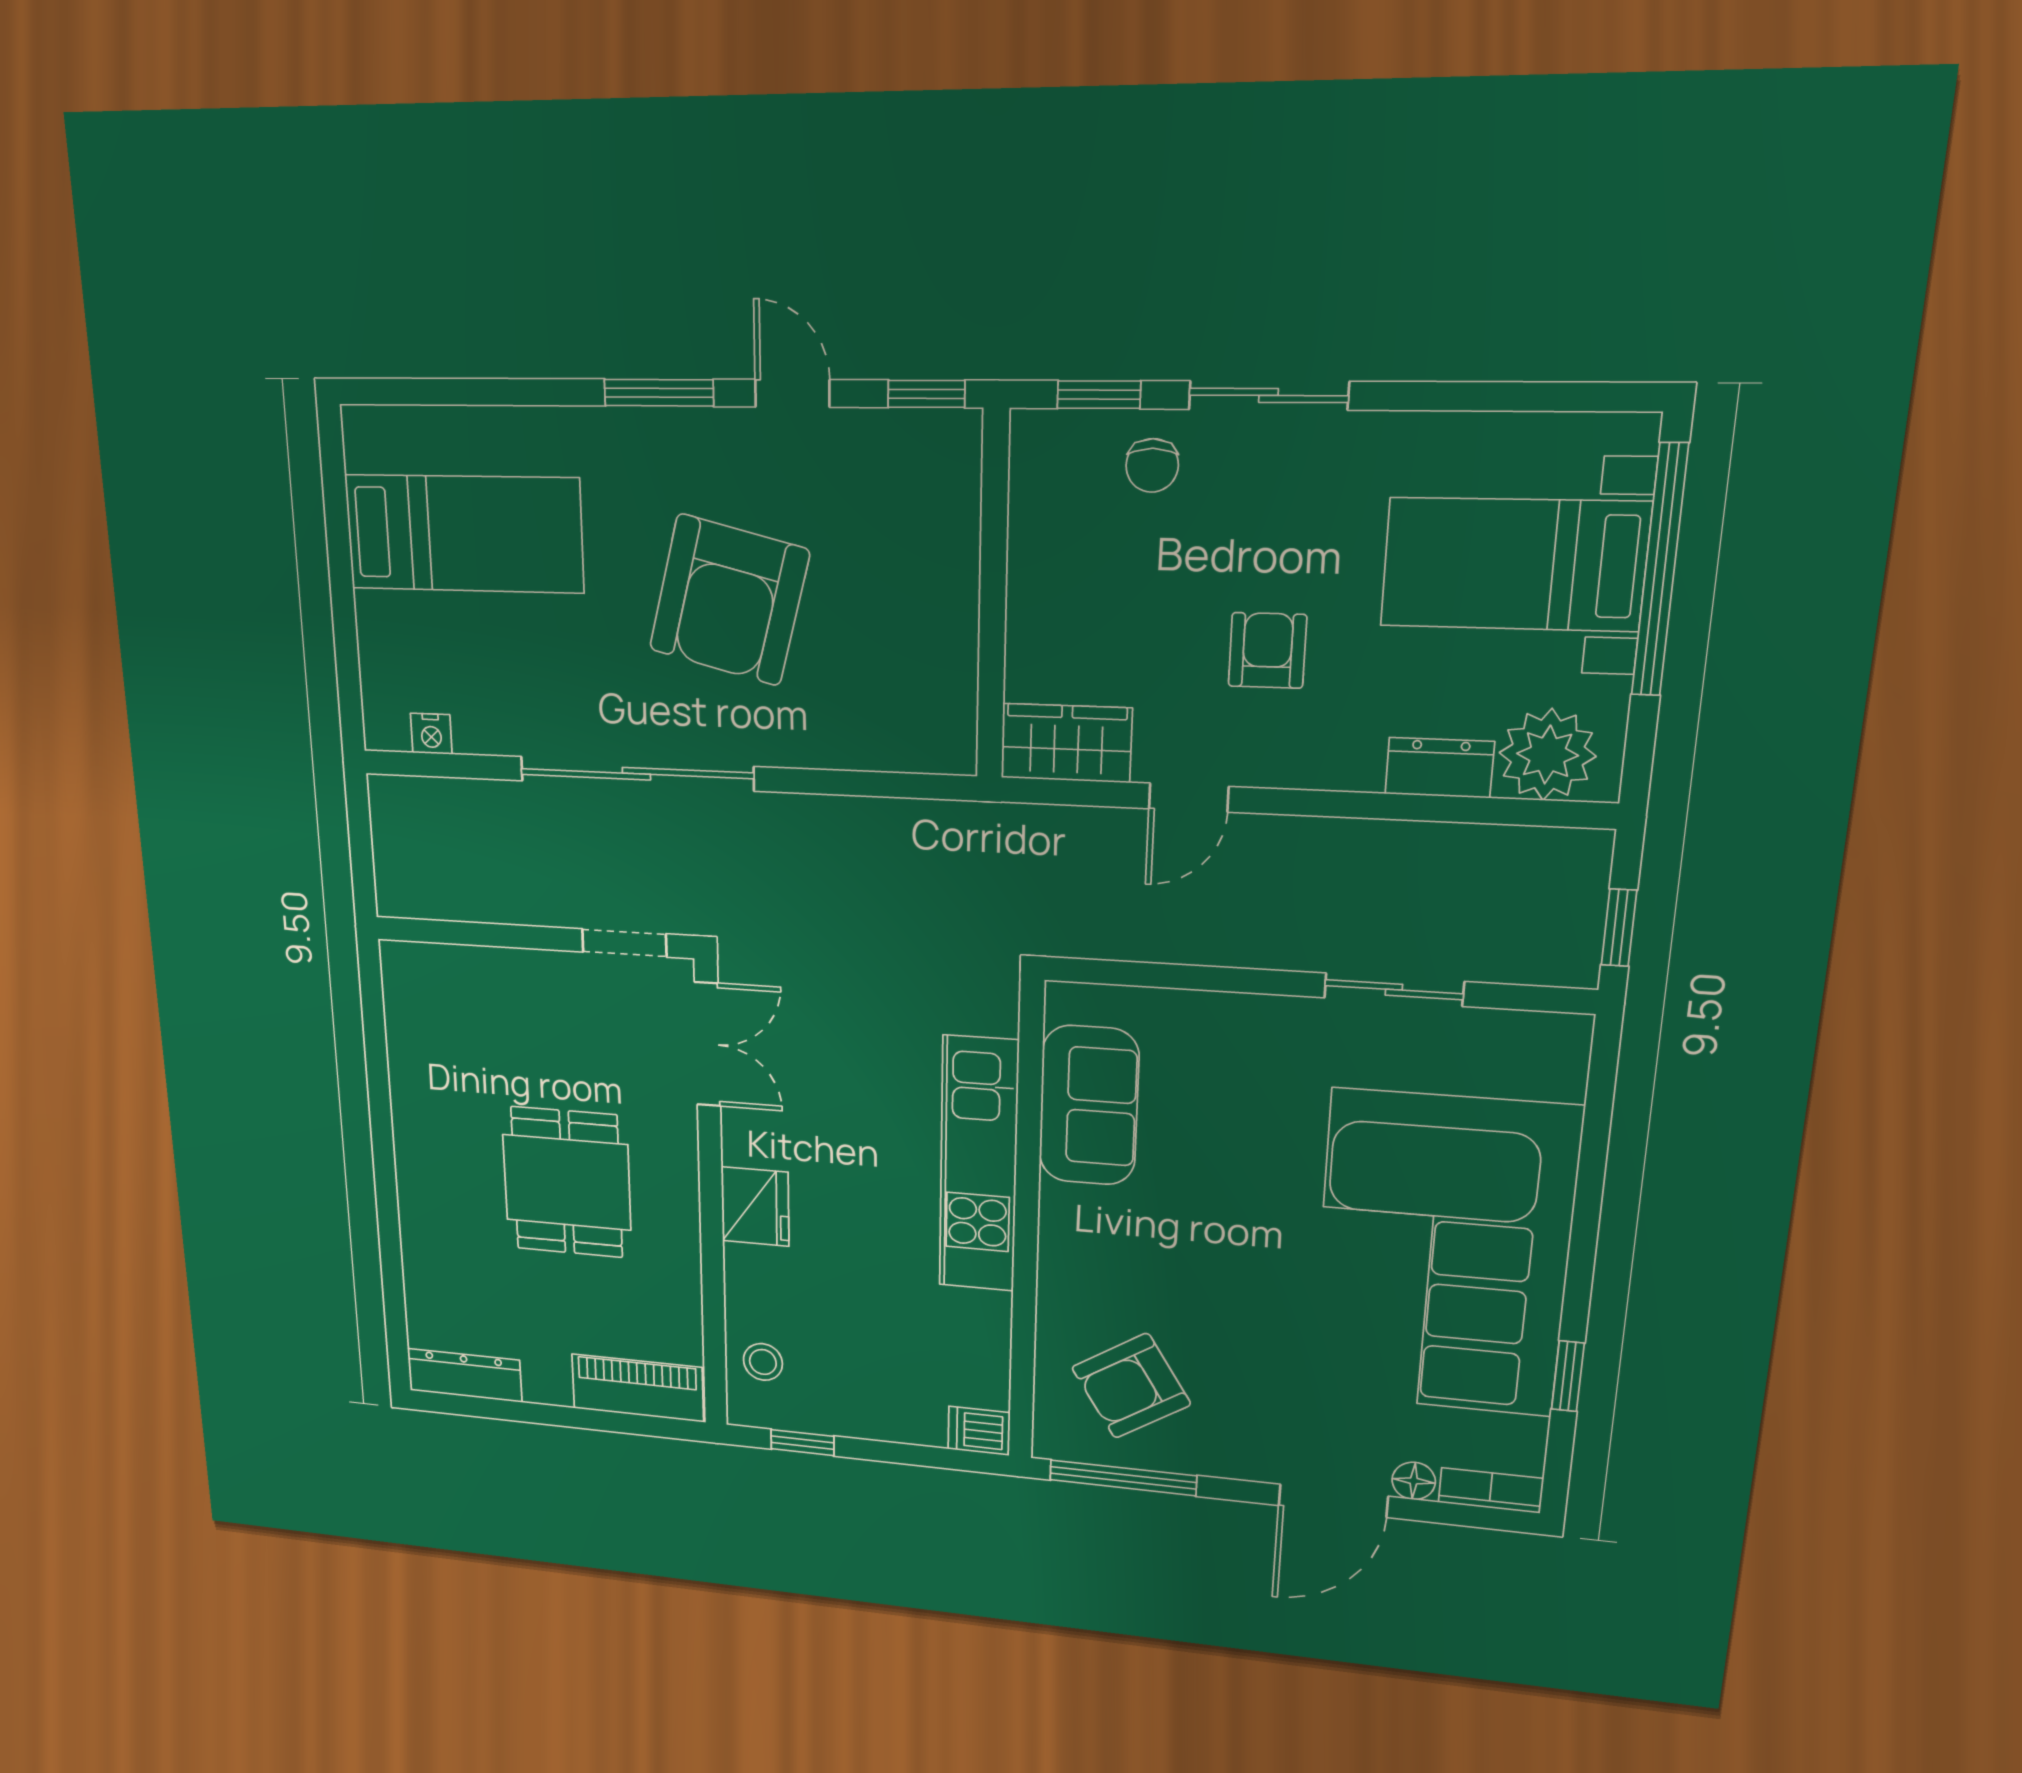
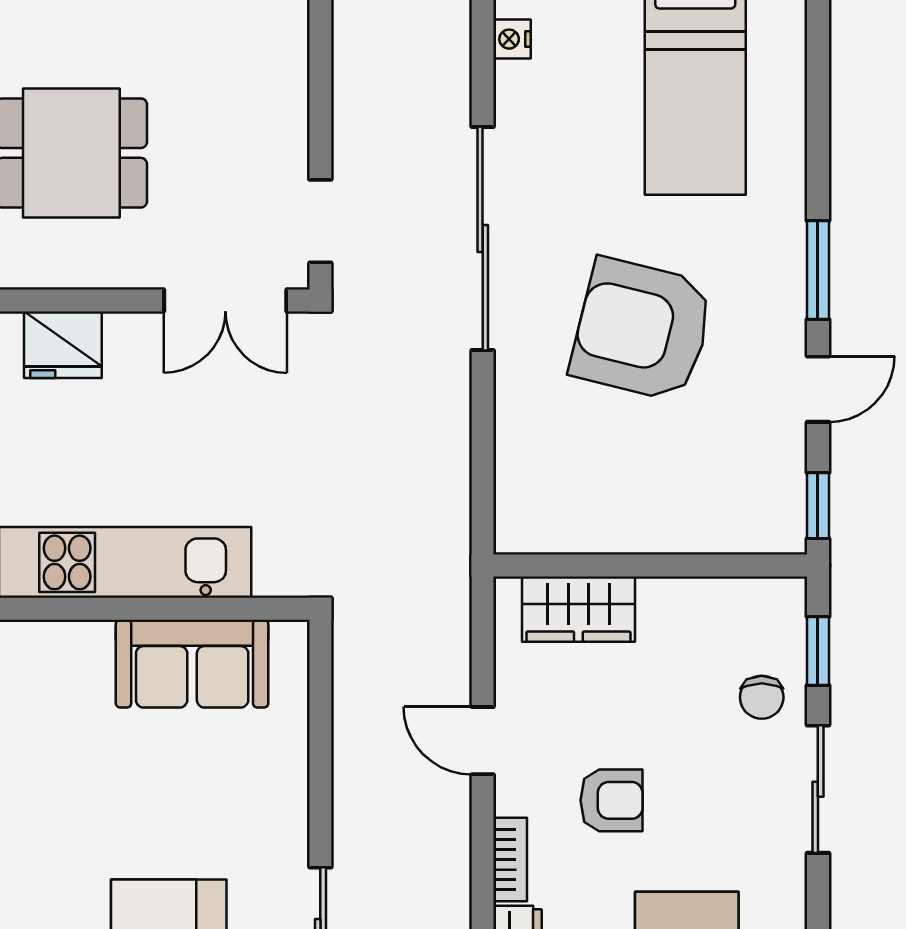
chair: (1152, 465) -> (762, 697), turned -90
wardrobe: (1066, 743) -> (578, 609), moved, turned 90
bookcase: (1331, 772) -> (510, 859), added

